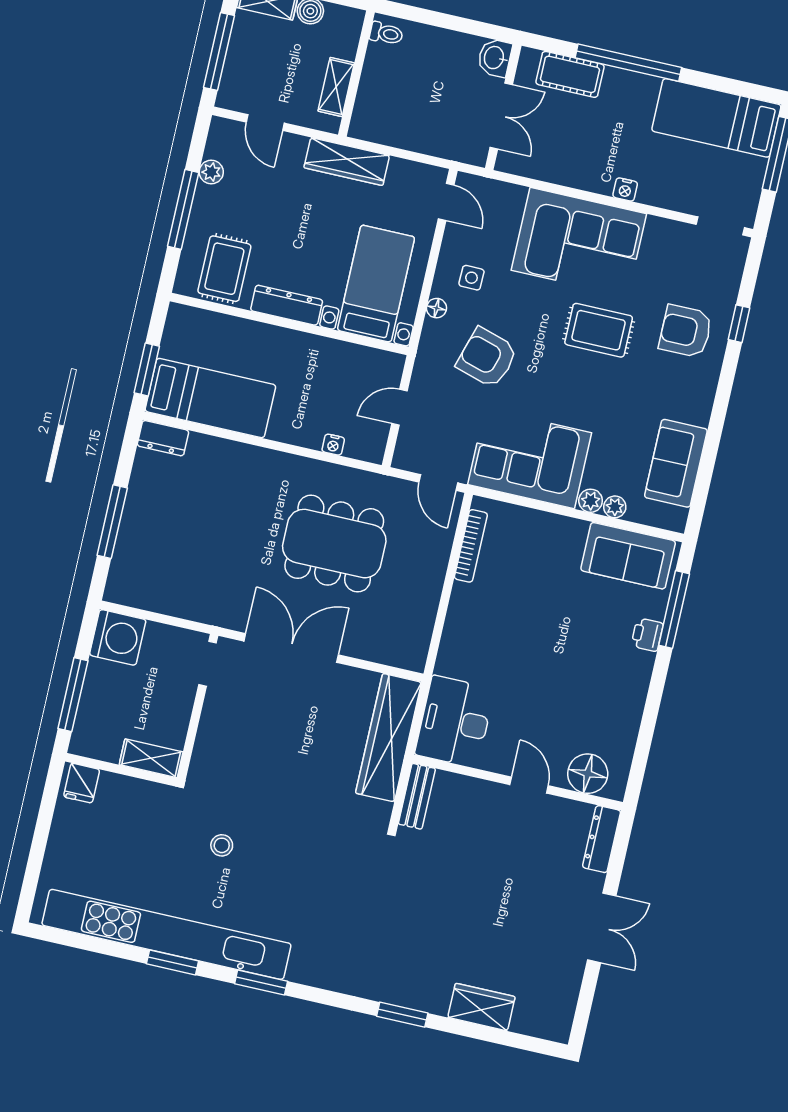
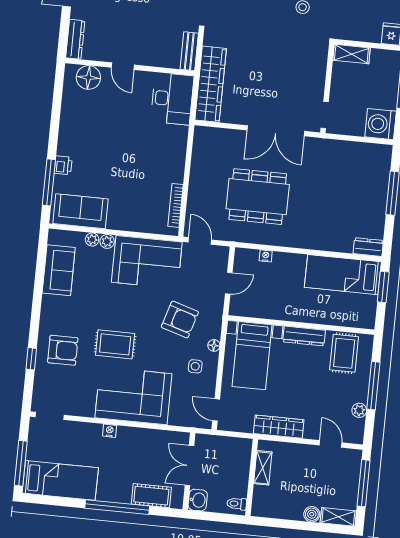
toilet: (386, 33) -> (237, 504), moved
wall: (356, 74) -> (252, 477), moved
shelving: (336, 87) -> (263, 468), moved

